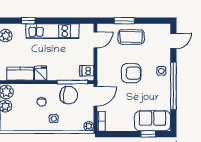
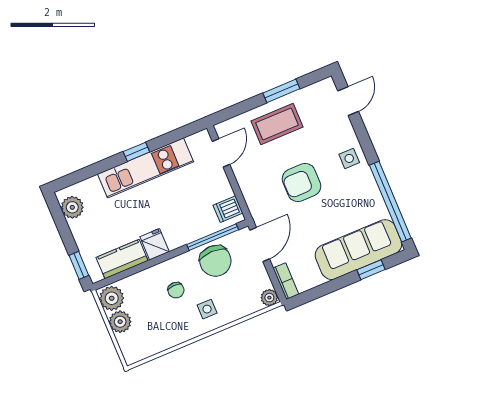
window: (28, 21) -> (136, 152), moved
window: (124, 21) -> (281, 91), moved
armchair: (131, 73) -> (301, 183), turned 180
window: (173, 86) -> (390, 202), moved
chair: (69, 95) -> (215, 261), turned 83
sofa: (153, 121) -> (358, 250), width x1.36

